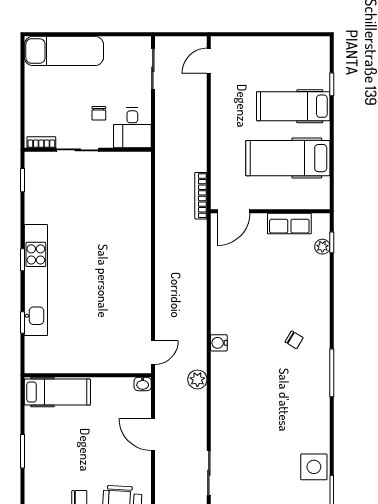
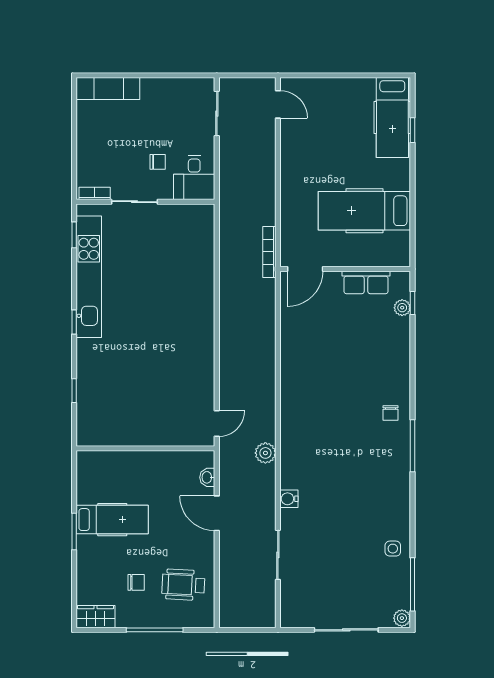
exam couch: (64, 51) -> (108, 89), width x0.73, depth x0.69
door: (209, 61) -> (278, 104), swing flipped
hospital bed: (293, 106) -> (392, 117), moved, turned -90
chair: (99, 113) -> (158, 162), turned -90
kitchen unit: (36, 280) -> (89, 277), moved
chair: (294, 340) -> (390, 413), moved, turned 59
water cooler: (219, 343) -> (289, 499), moved
washbasin: (143, 384) -> (207, 477), moved, turned 90
hospital bed: (57, 392) -> (112, 520), moved
side table: (314, 467) -> (393, 549), width x0.54, depth x0.54

